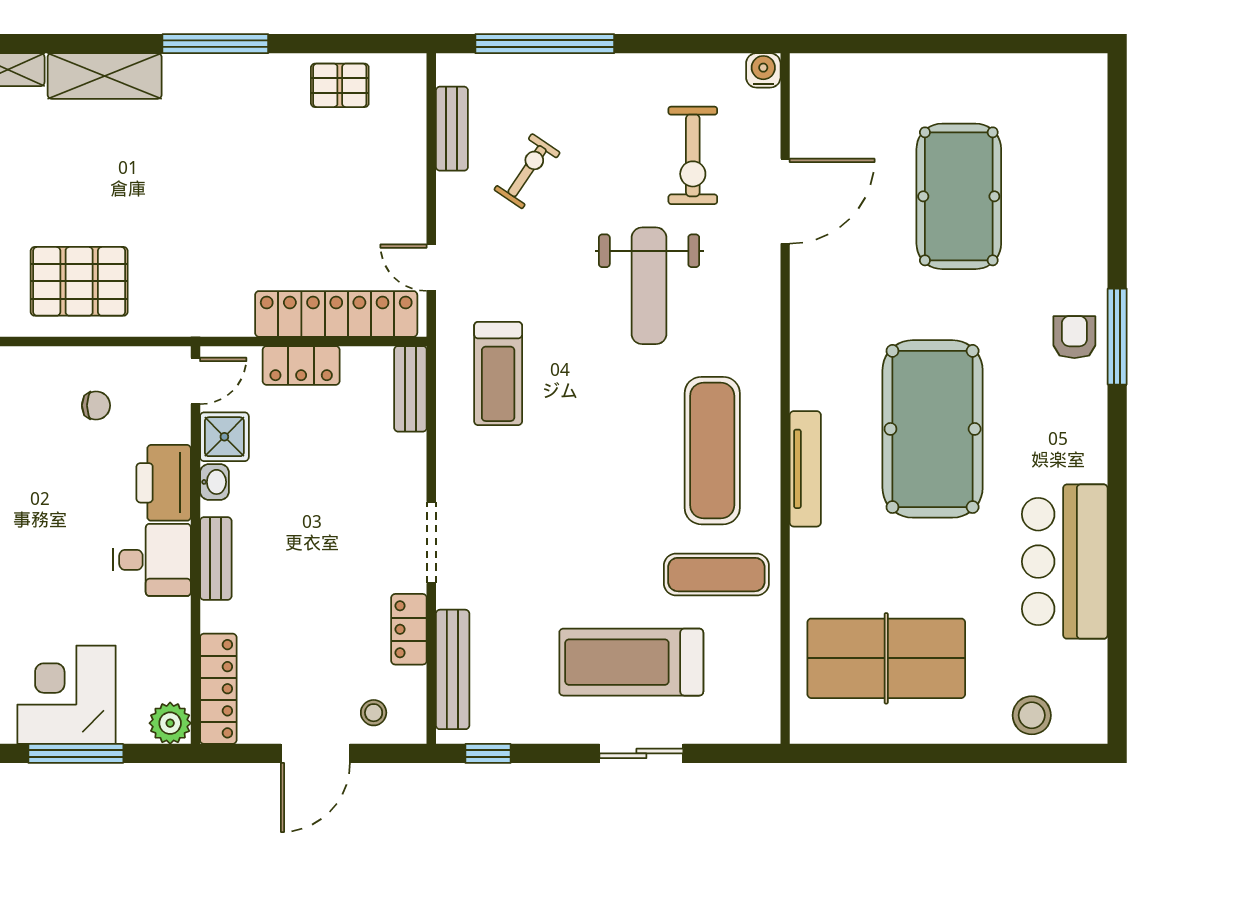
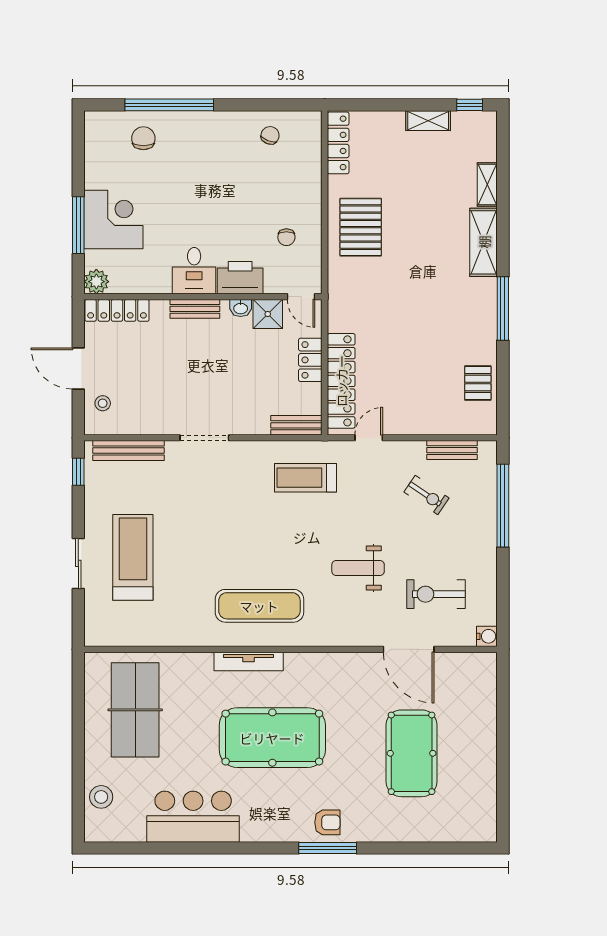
pool table: (959, 196) -> (412, 753), turned 90
weight bench: (649, 286) -> (358, 568), width x0.73, depth x0.75
exercise mat: (716, 575) -> (185, 608), removed
locker: (409, 629) -> (153, 424), removed

